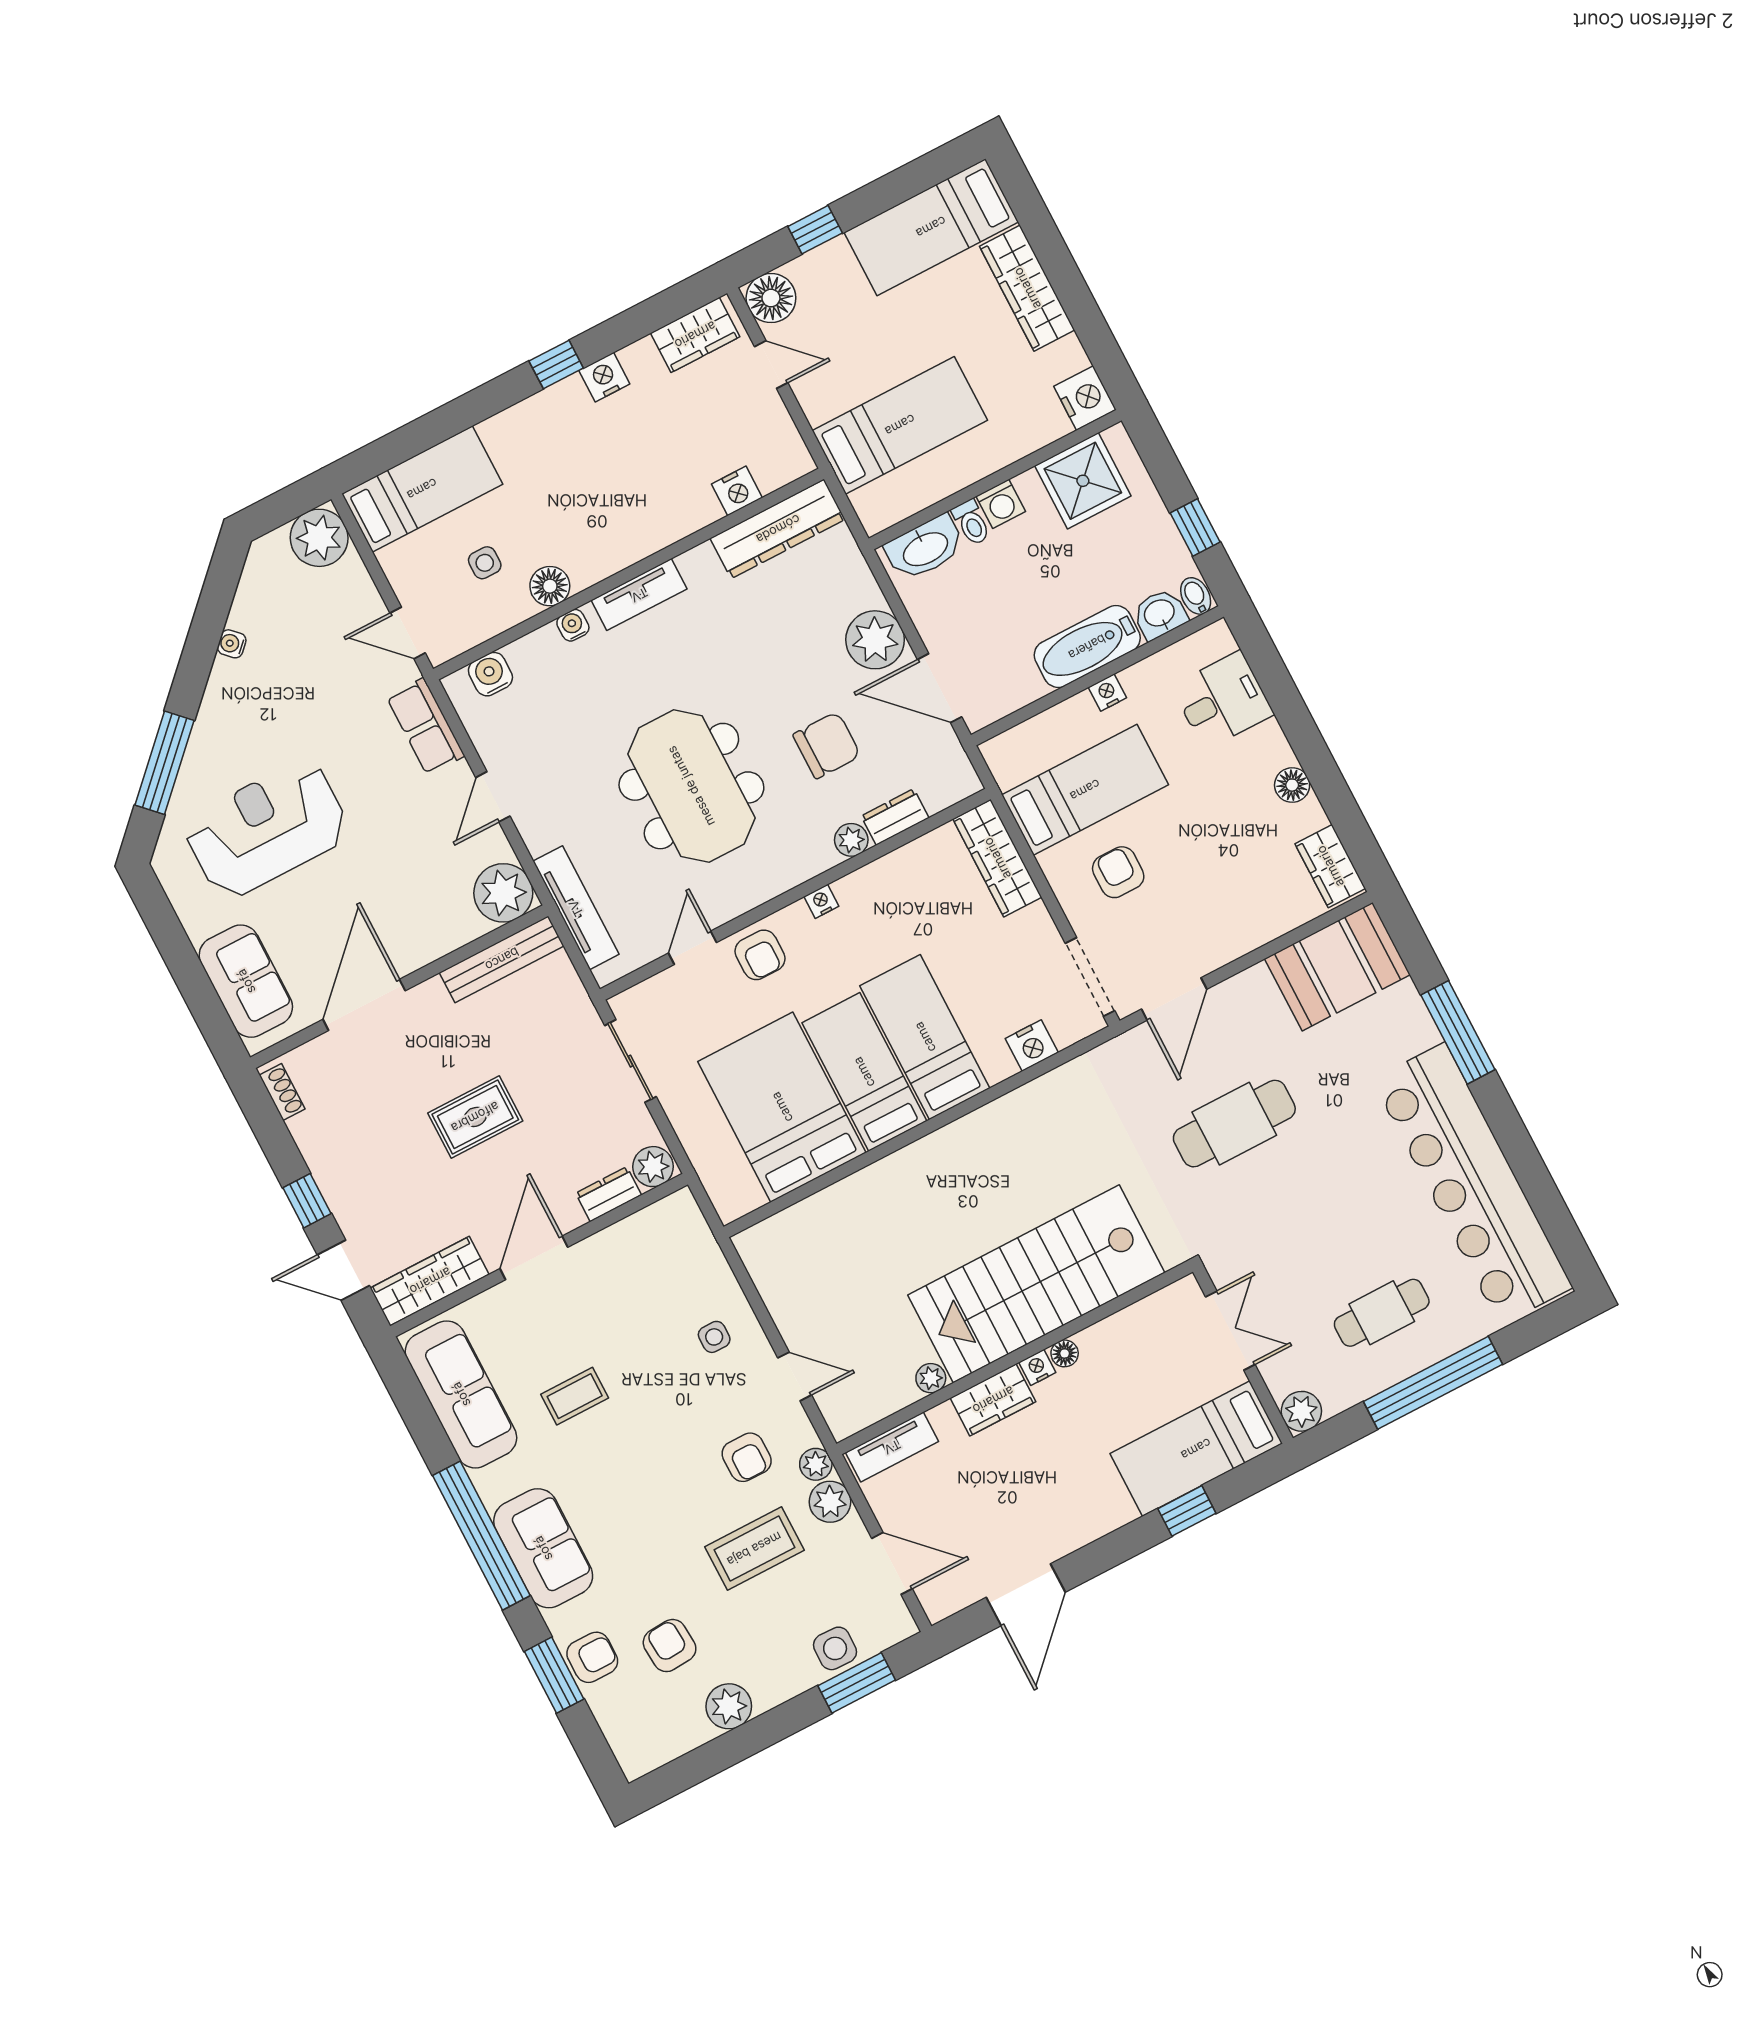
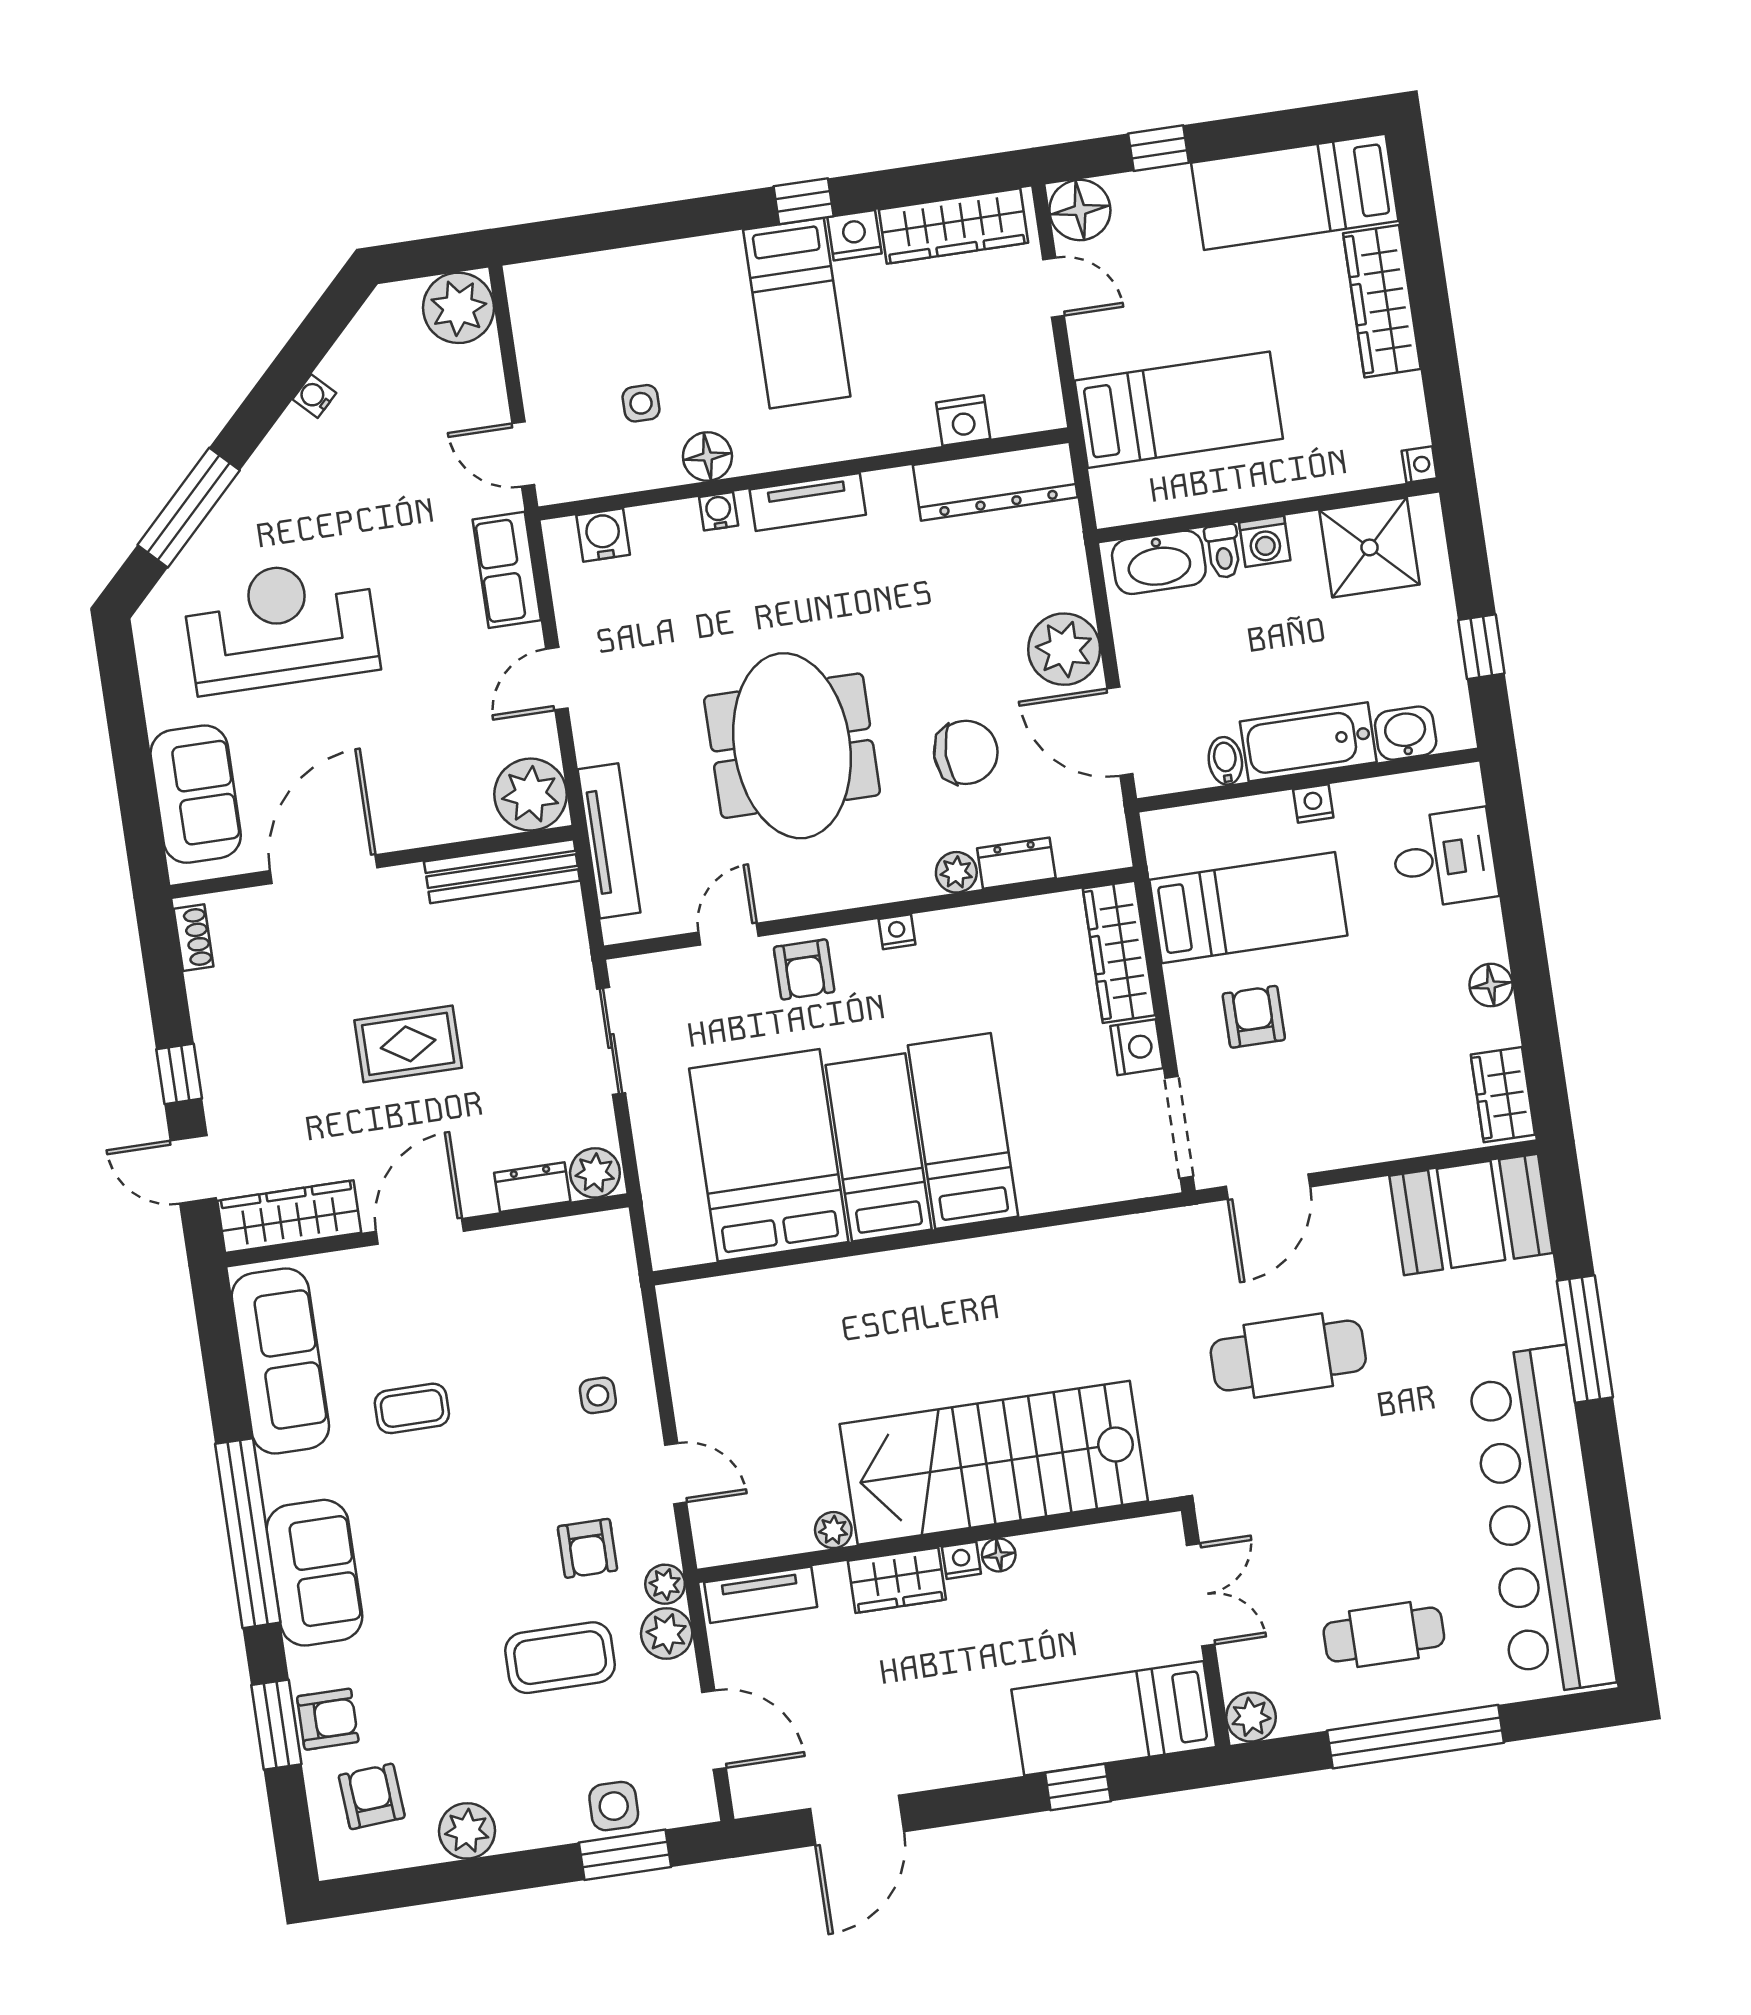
wardrobe: (695, 335) -> (953, 226), width x1.50
nightstand: (1085, 398) -> (1419, 465), width x0.53, depth x0.56
bed: (422, 489) -> (797, 313), moved, turned 90
bidet: (1196, 596) -> (1225, 761), moved
nightstand: (1032, 1046) -> (1137, 1047), moved, turned -90
armchair: (670, 1646) -> (372, 1796), moved

